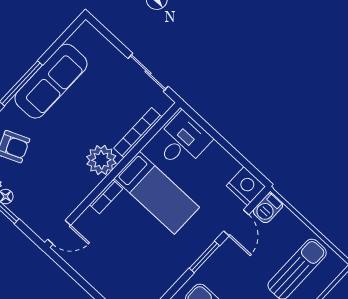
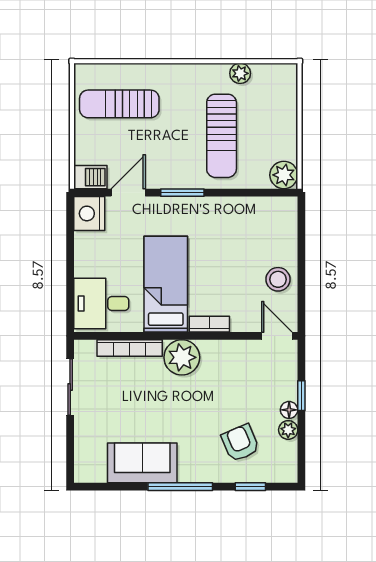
sofa: (51, 81) -> (142, 463), width x0.73
stool: (94, 266) -> (278, 279), added

